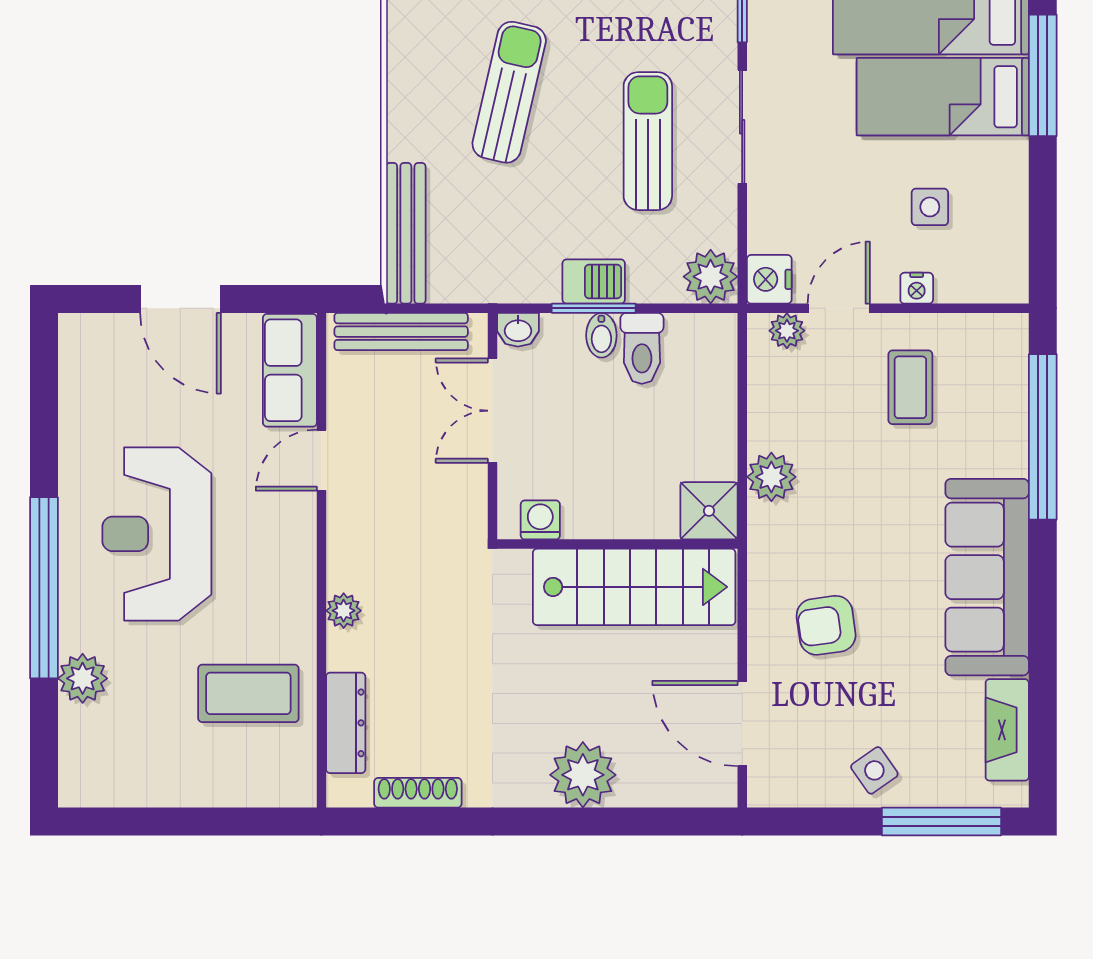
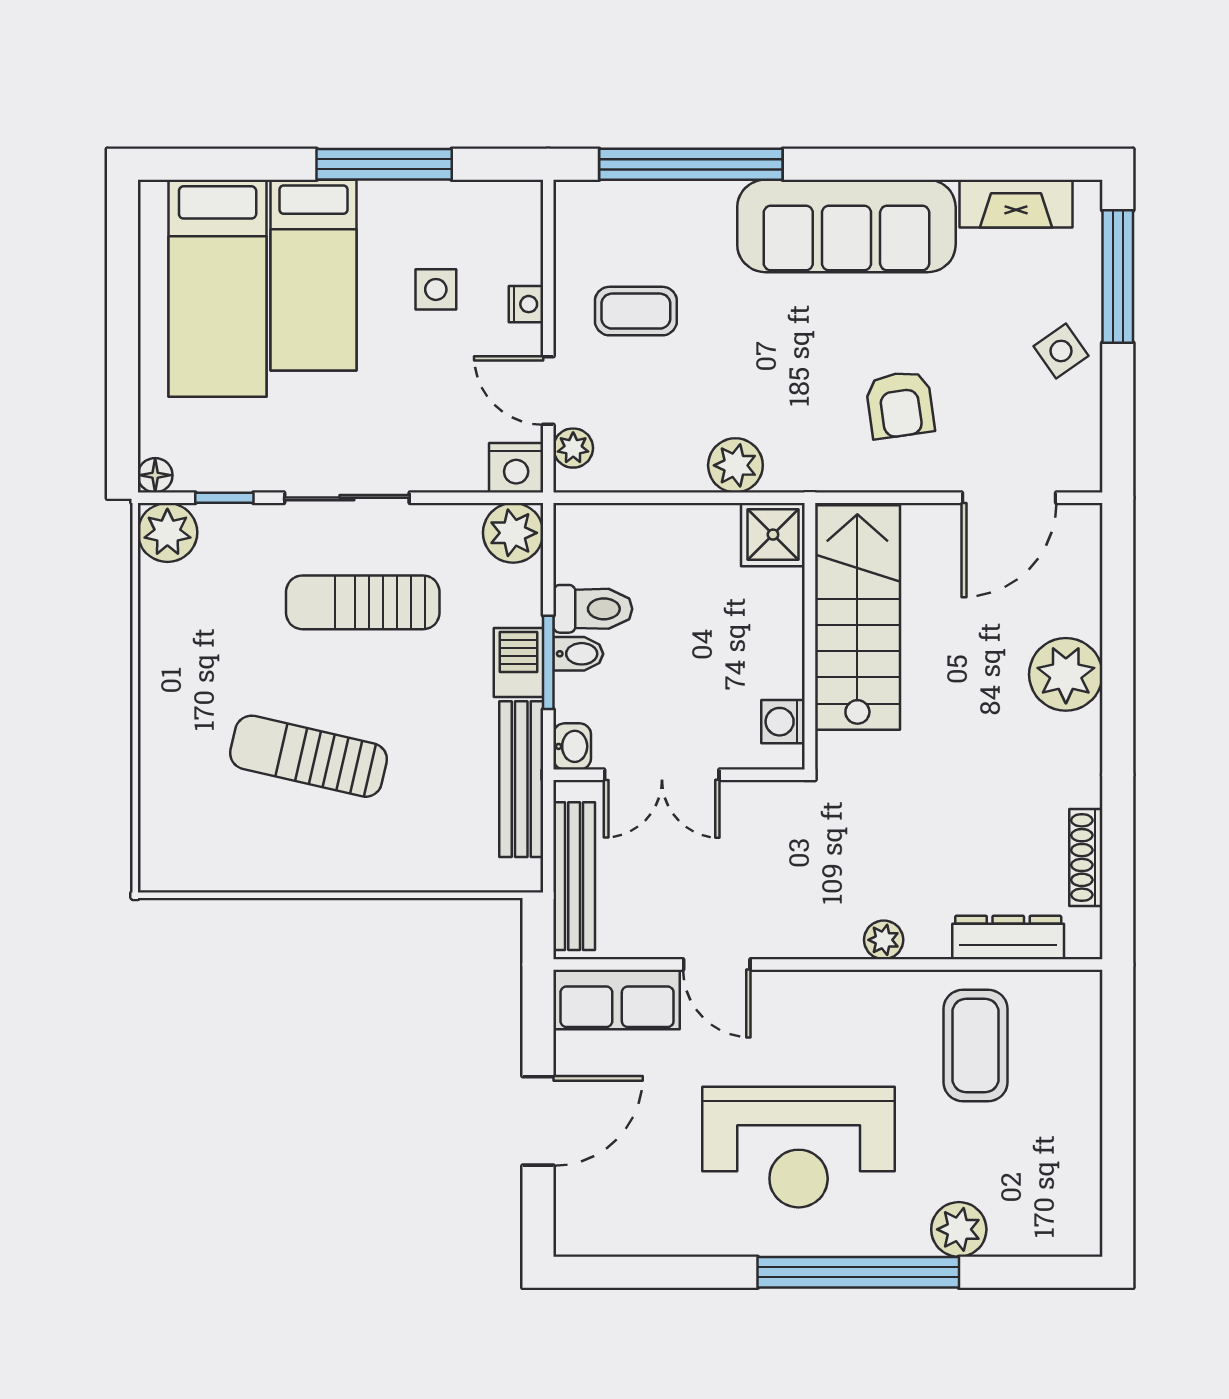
window: (1043, 75) -> (384, 164), moved
bench: (406, 233) -> (521, 779), moved, turned 90

